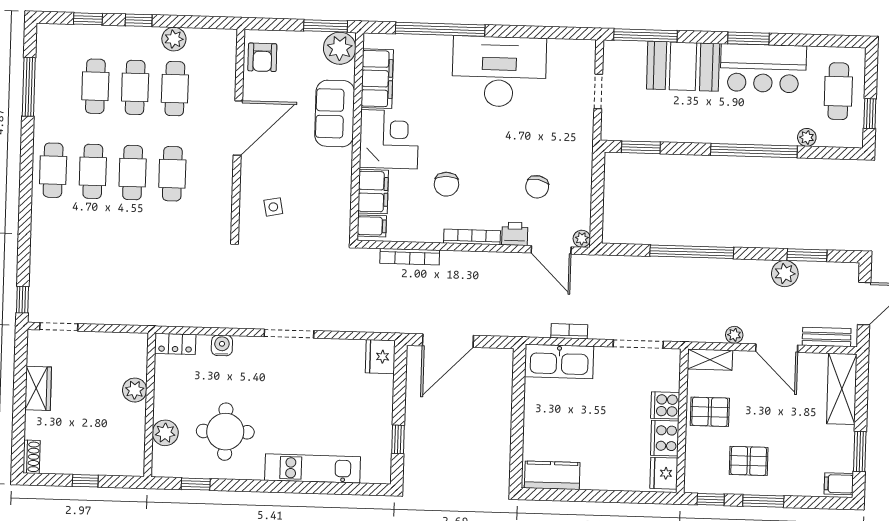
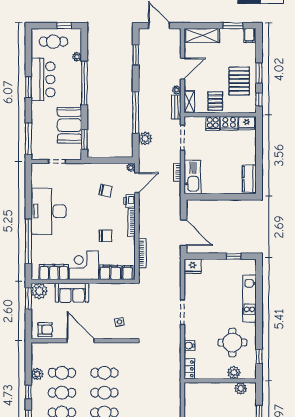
booth: (683, 66) -> (69, 125), moved
plant: (785, 274) -> (145, 138), moved
bench: (827, 337) -> (176, 107), moved
plant: (135, 390) -> (241, 388), moved
pallet: (749, 461) -> (239, 81), width x1.50, depth x1.42

